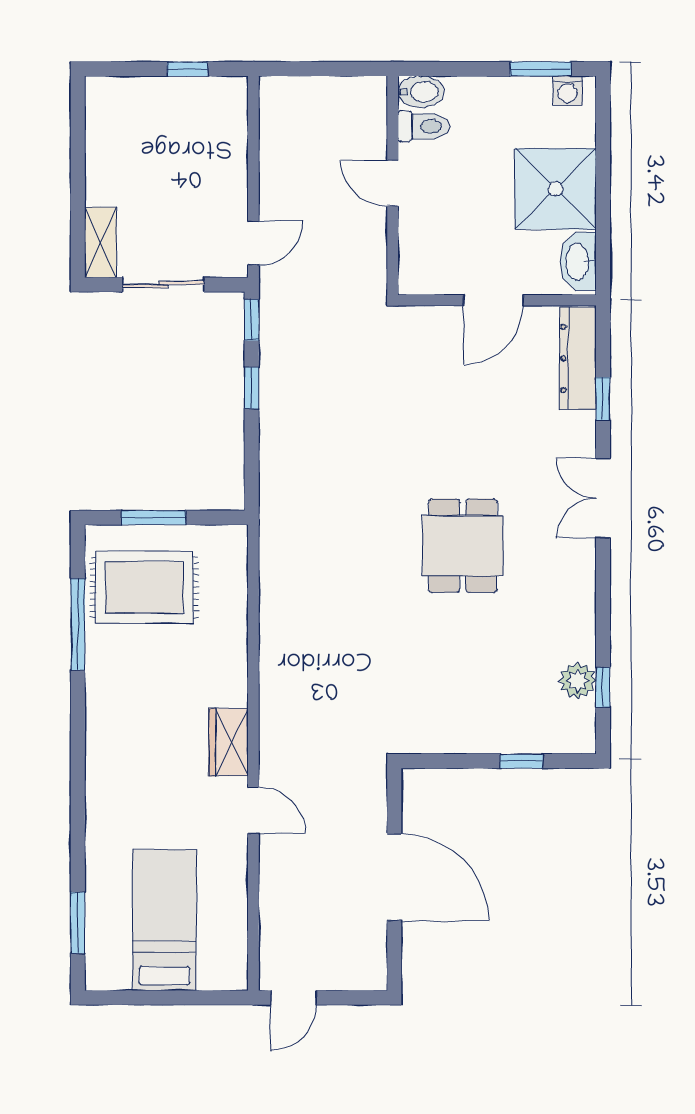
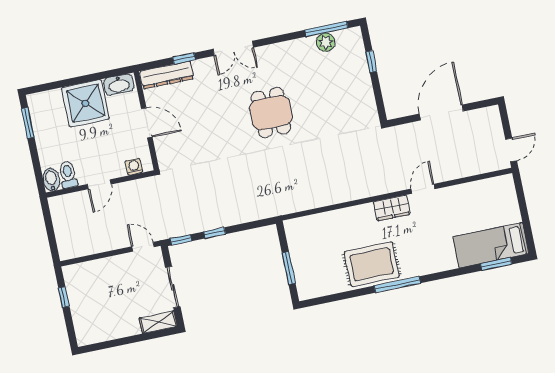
washing machine: (567, 91) -> (134, 167), moved, turned -90
dining table: (463, 546) -> (271, 113), turned 90
rug: (145, 587) -> (372, 264), moved, turned 90
window: (78, 624) -> (397, 284), moved
window: (603, 687) -> (326, 29), width x2.17
bed: (164, 920) -> (491, 245), moved
door: (294, 998) -> (511, 150), hinge flipped

